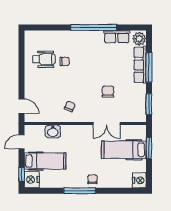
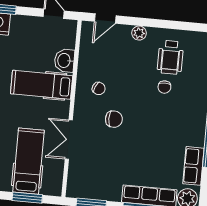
plant: (29, 82) -> (139, 33), added
chair: (108, 92) -> (114, 119), moved
hospital bed: (45, 161) -> (42, 85), moved, turned 90

